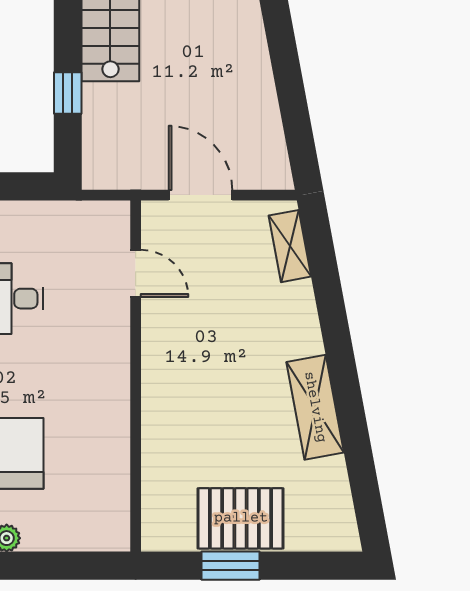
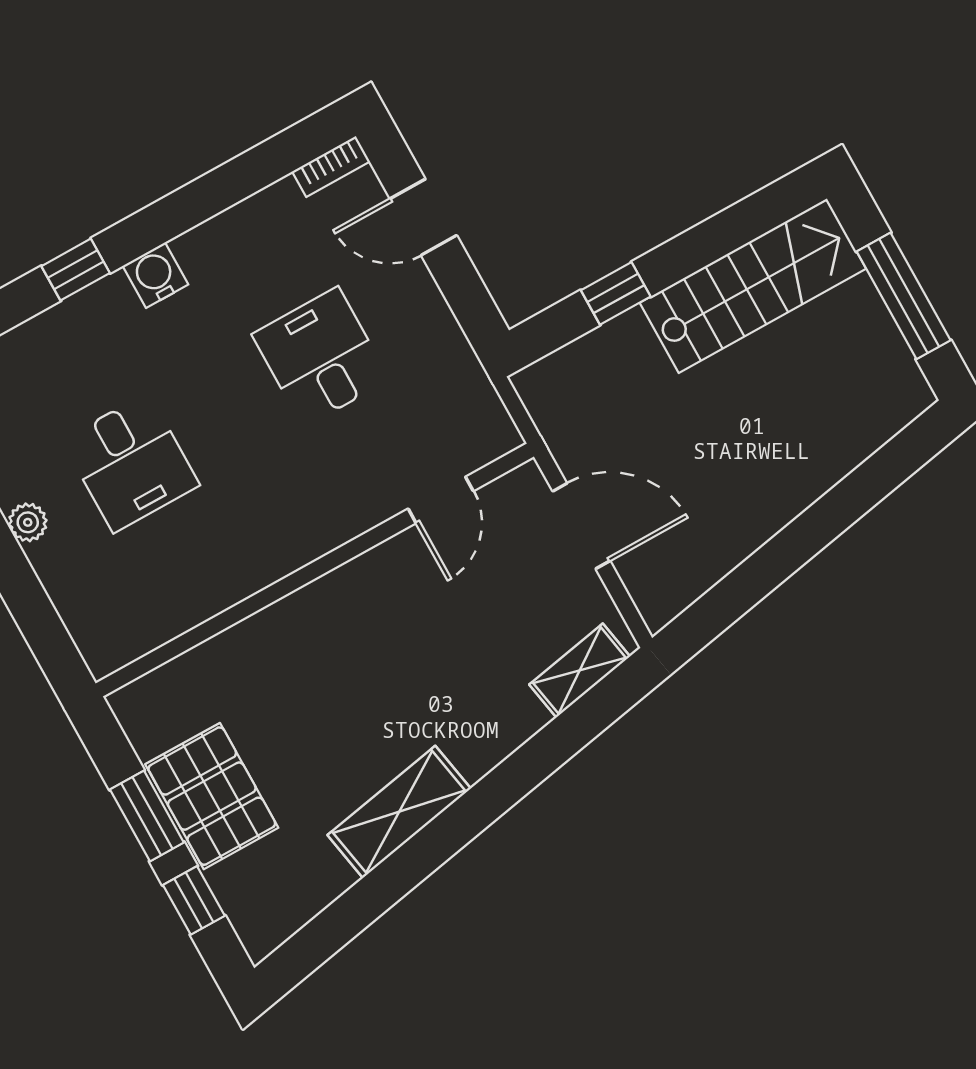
door: (200, 195) -> (581, 526), hinge flipped
window: (299, 566) -> (194, 900), added

